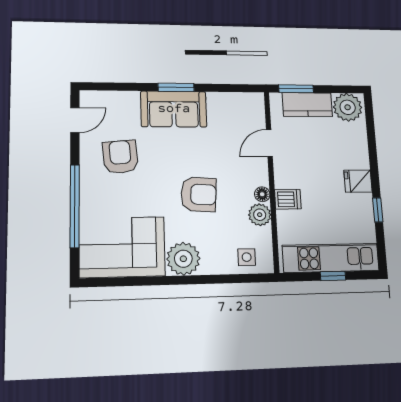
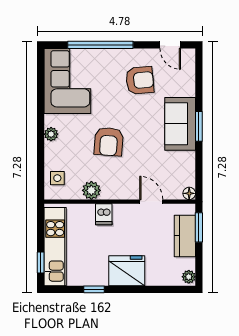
plant: (348, 107) -> (189, 277), width x0.53, depth x0.53
fridge: (358, 181) -> (127, 271), width x1.88, depth x1.34
floor lamp: (262, 194) -> (189, 193), moved
plant: (183, 259) -> (51, 134), width x0.53, depth x0.53
window: (333, 276) -> (41, 263), moved

